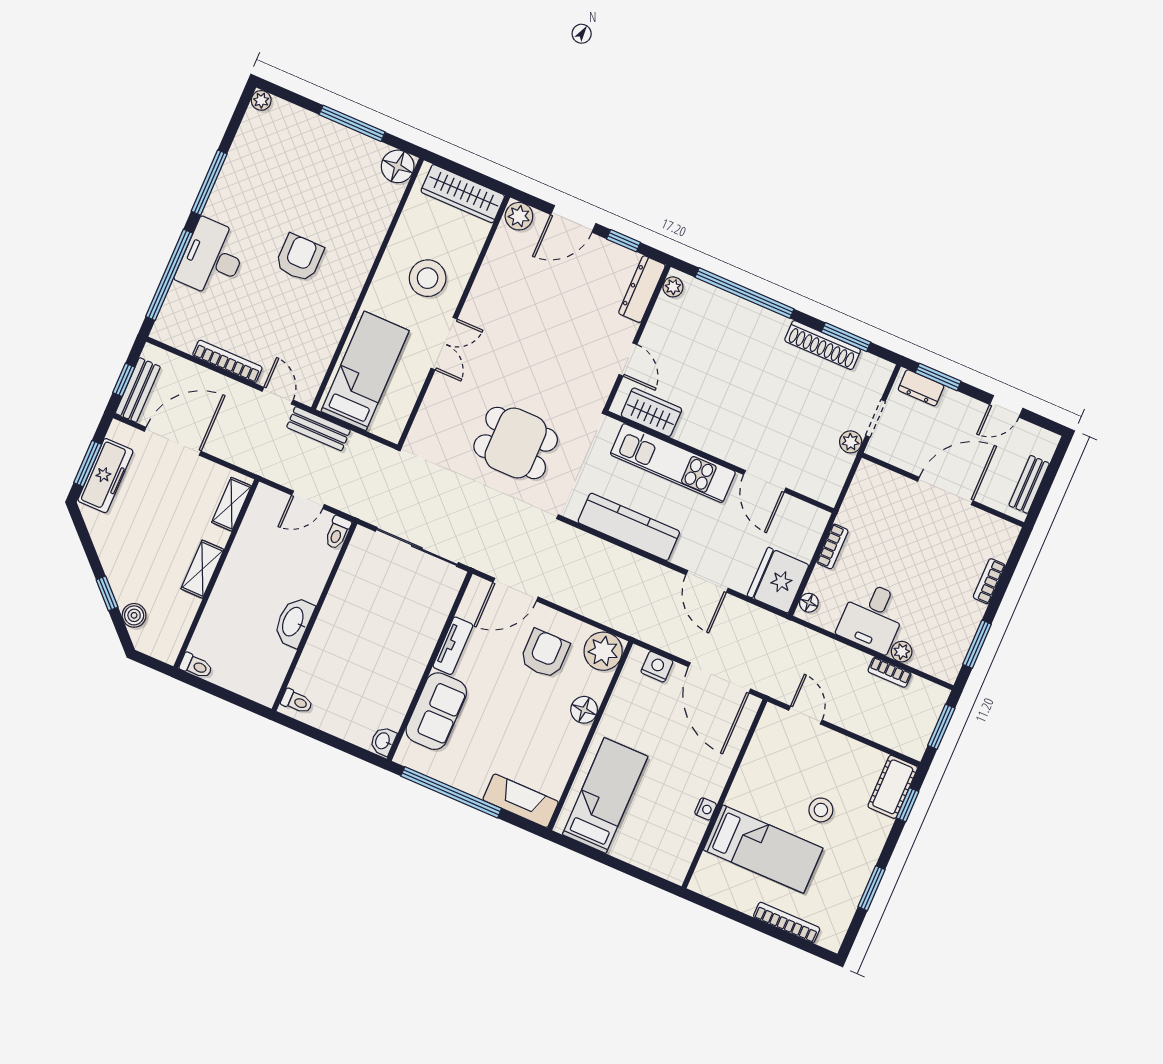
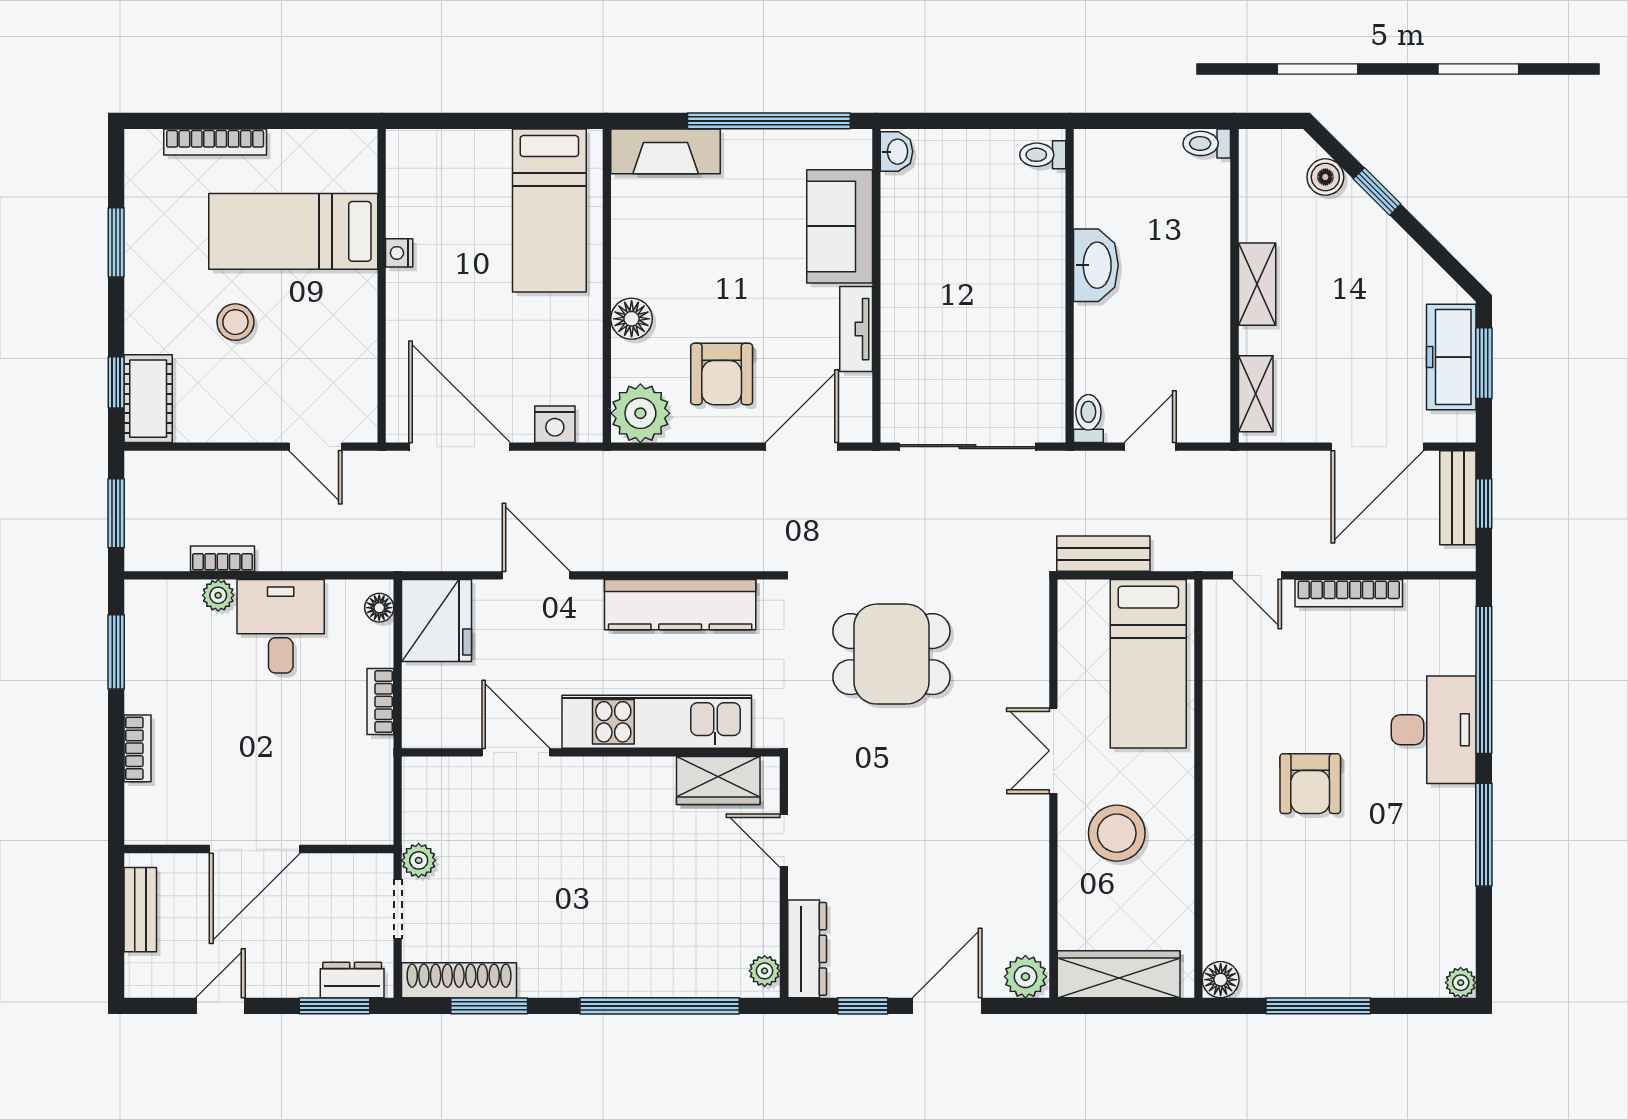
floor lamp: (398, 166) -> (1221, 980), width x0.73, depth x0.73
shoe rack: (823, 345) -> (459, 980), moved
bench: (319, 429) -> (1103, 554), moved

